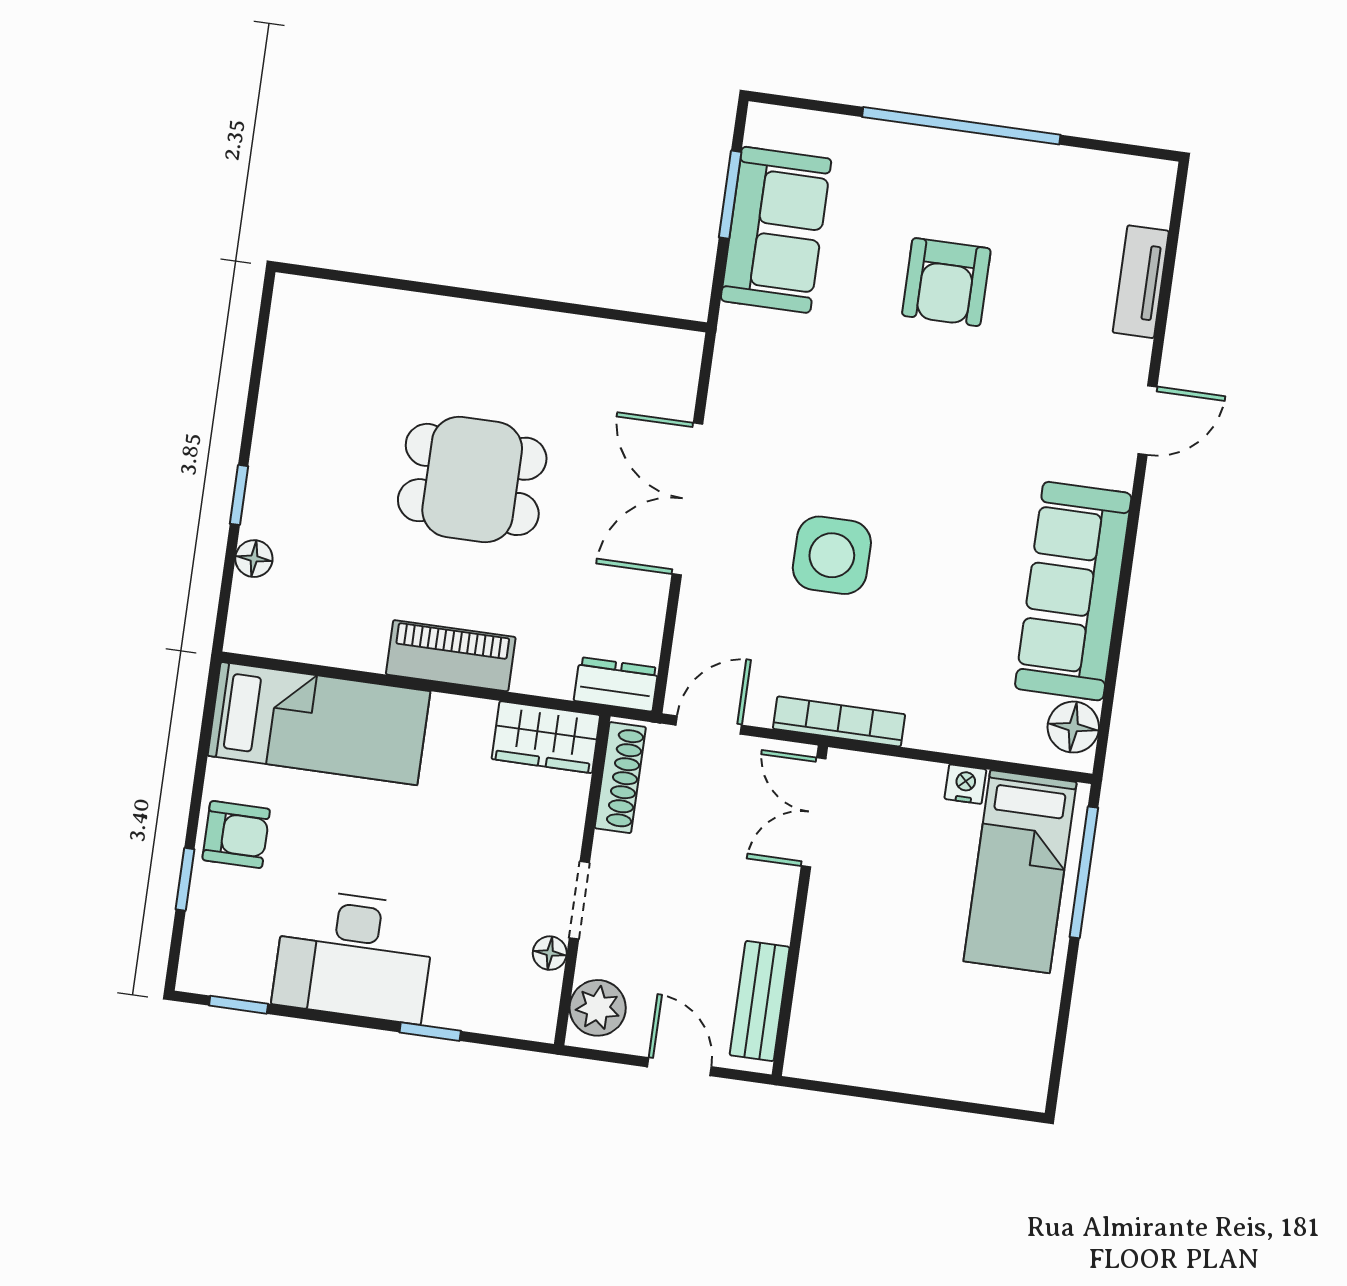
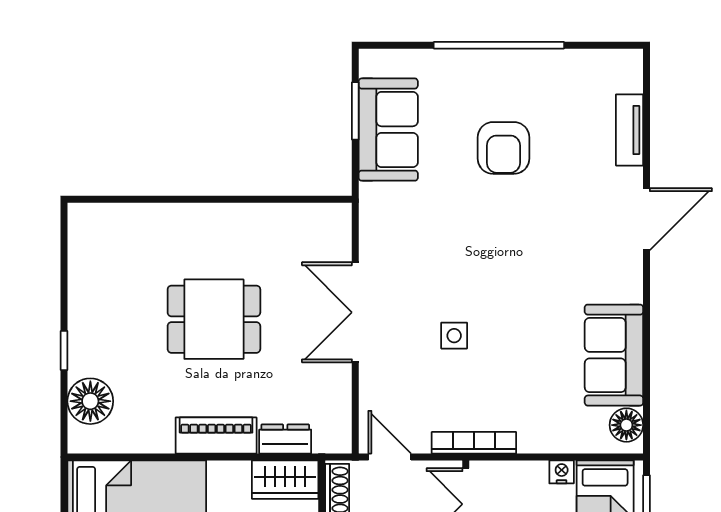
door: (1147, 420) -> (646, 219), width x1.38
side table: (832, 555) -> (454, 336), width x0.54, depth x0.54
floor lamp: (254, 559) -> (90, 401), width x1.89, depth x1.89
sofa: (1073, 591) -> (614, 355), width x0.73
dresser: (616, 684) -> (285, 439), moved
door: (709, 725) -> (390, 457), hinge flipped

